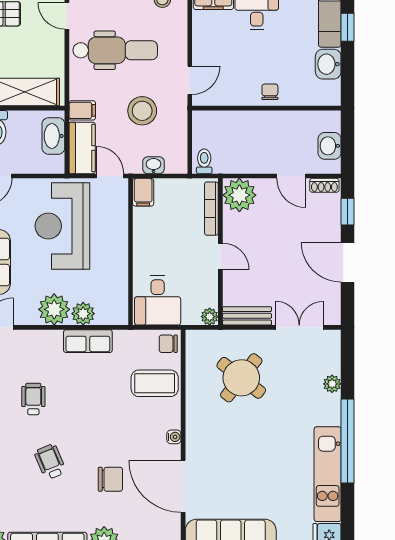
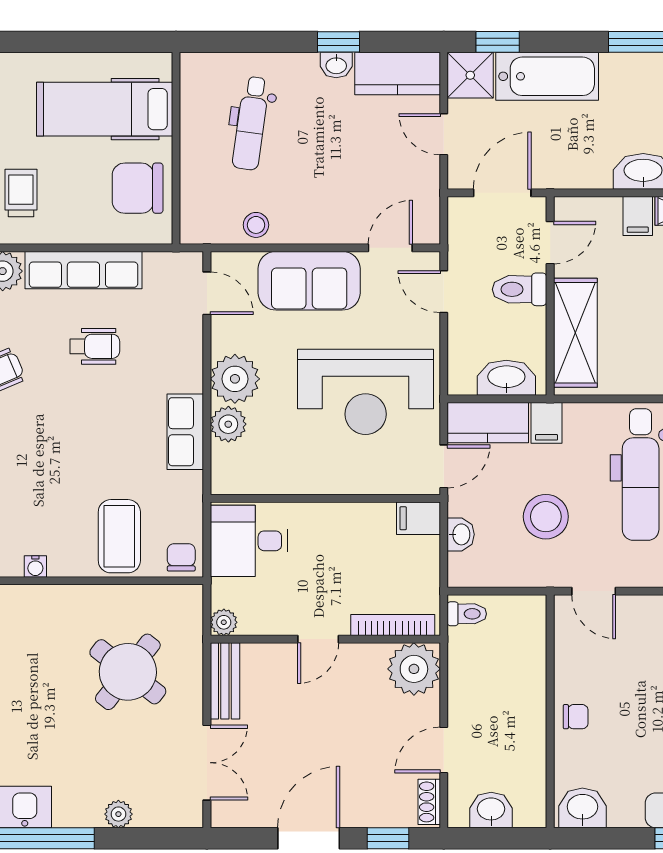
washbasin: (328, 64) -> (582, 808), moved
reception desk: (62, 226) -> (366, 392), turned 180

